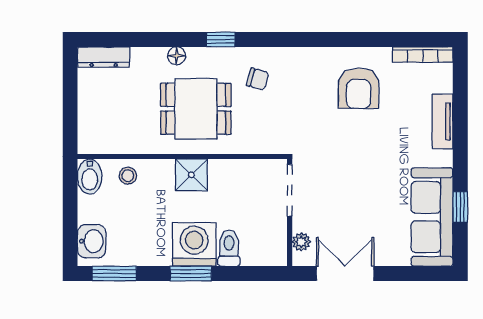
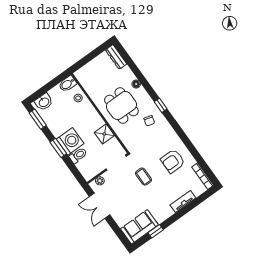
window: (221, 39) -> (161, 105), moved
coffee table: (349, 160) -> (143, 177), added
shower: (191, 175) -> (104, 134), moved
sofa: (432, 217) -> (139, 227), width x0.73
double door: (345, 274) -> (100, 206), swing flipped

